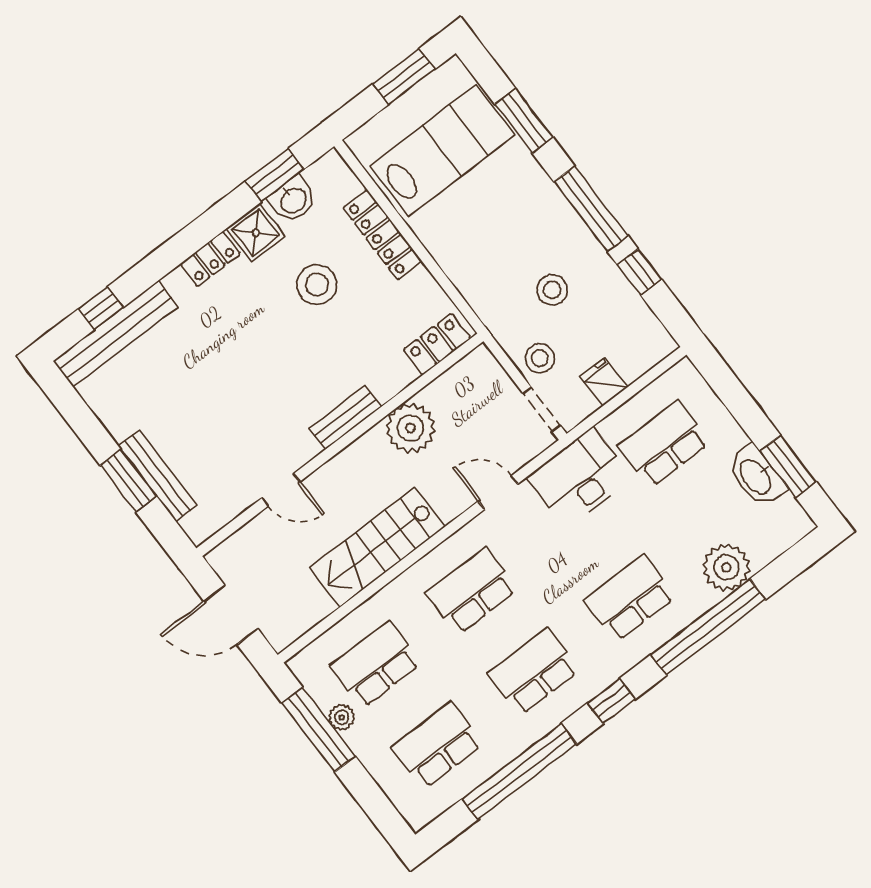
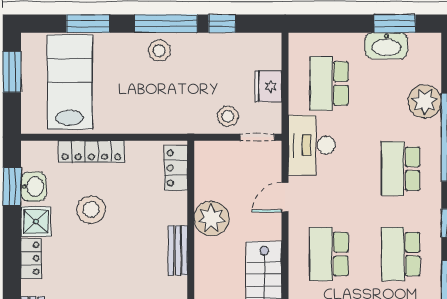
stool: (552, 290) -> (159, 51), moved
fridge: (604, 382) -> (268, 86), width x1.38

